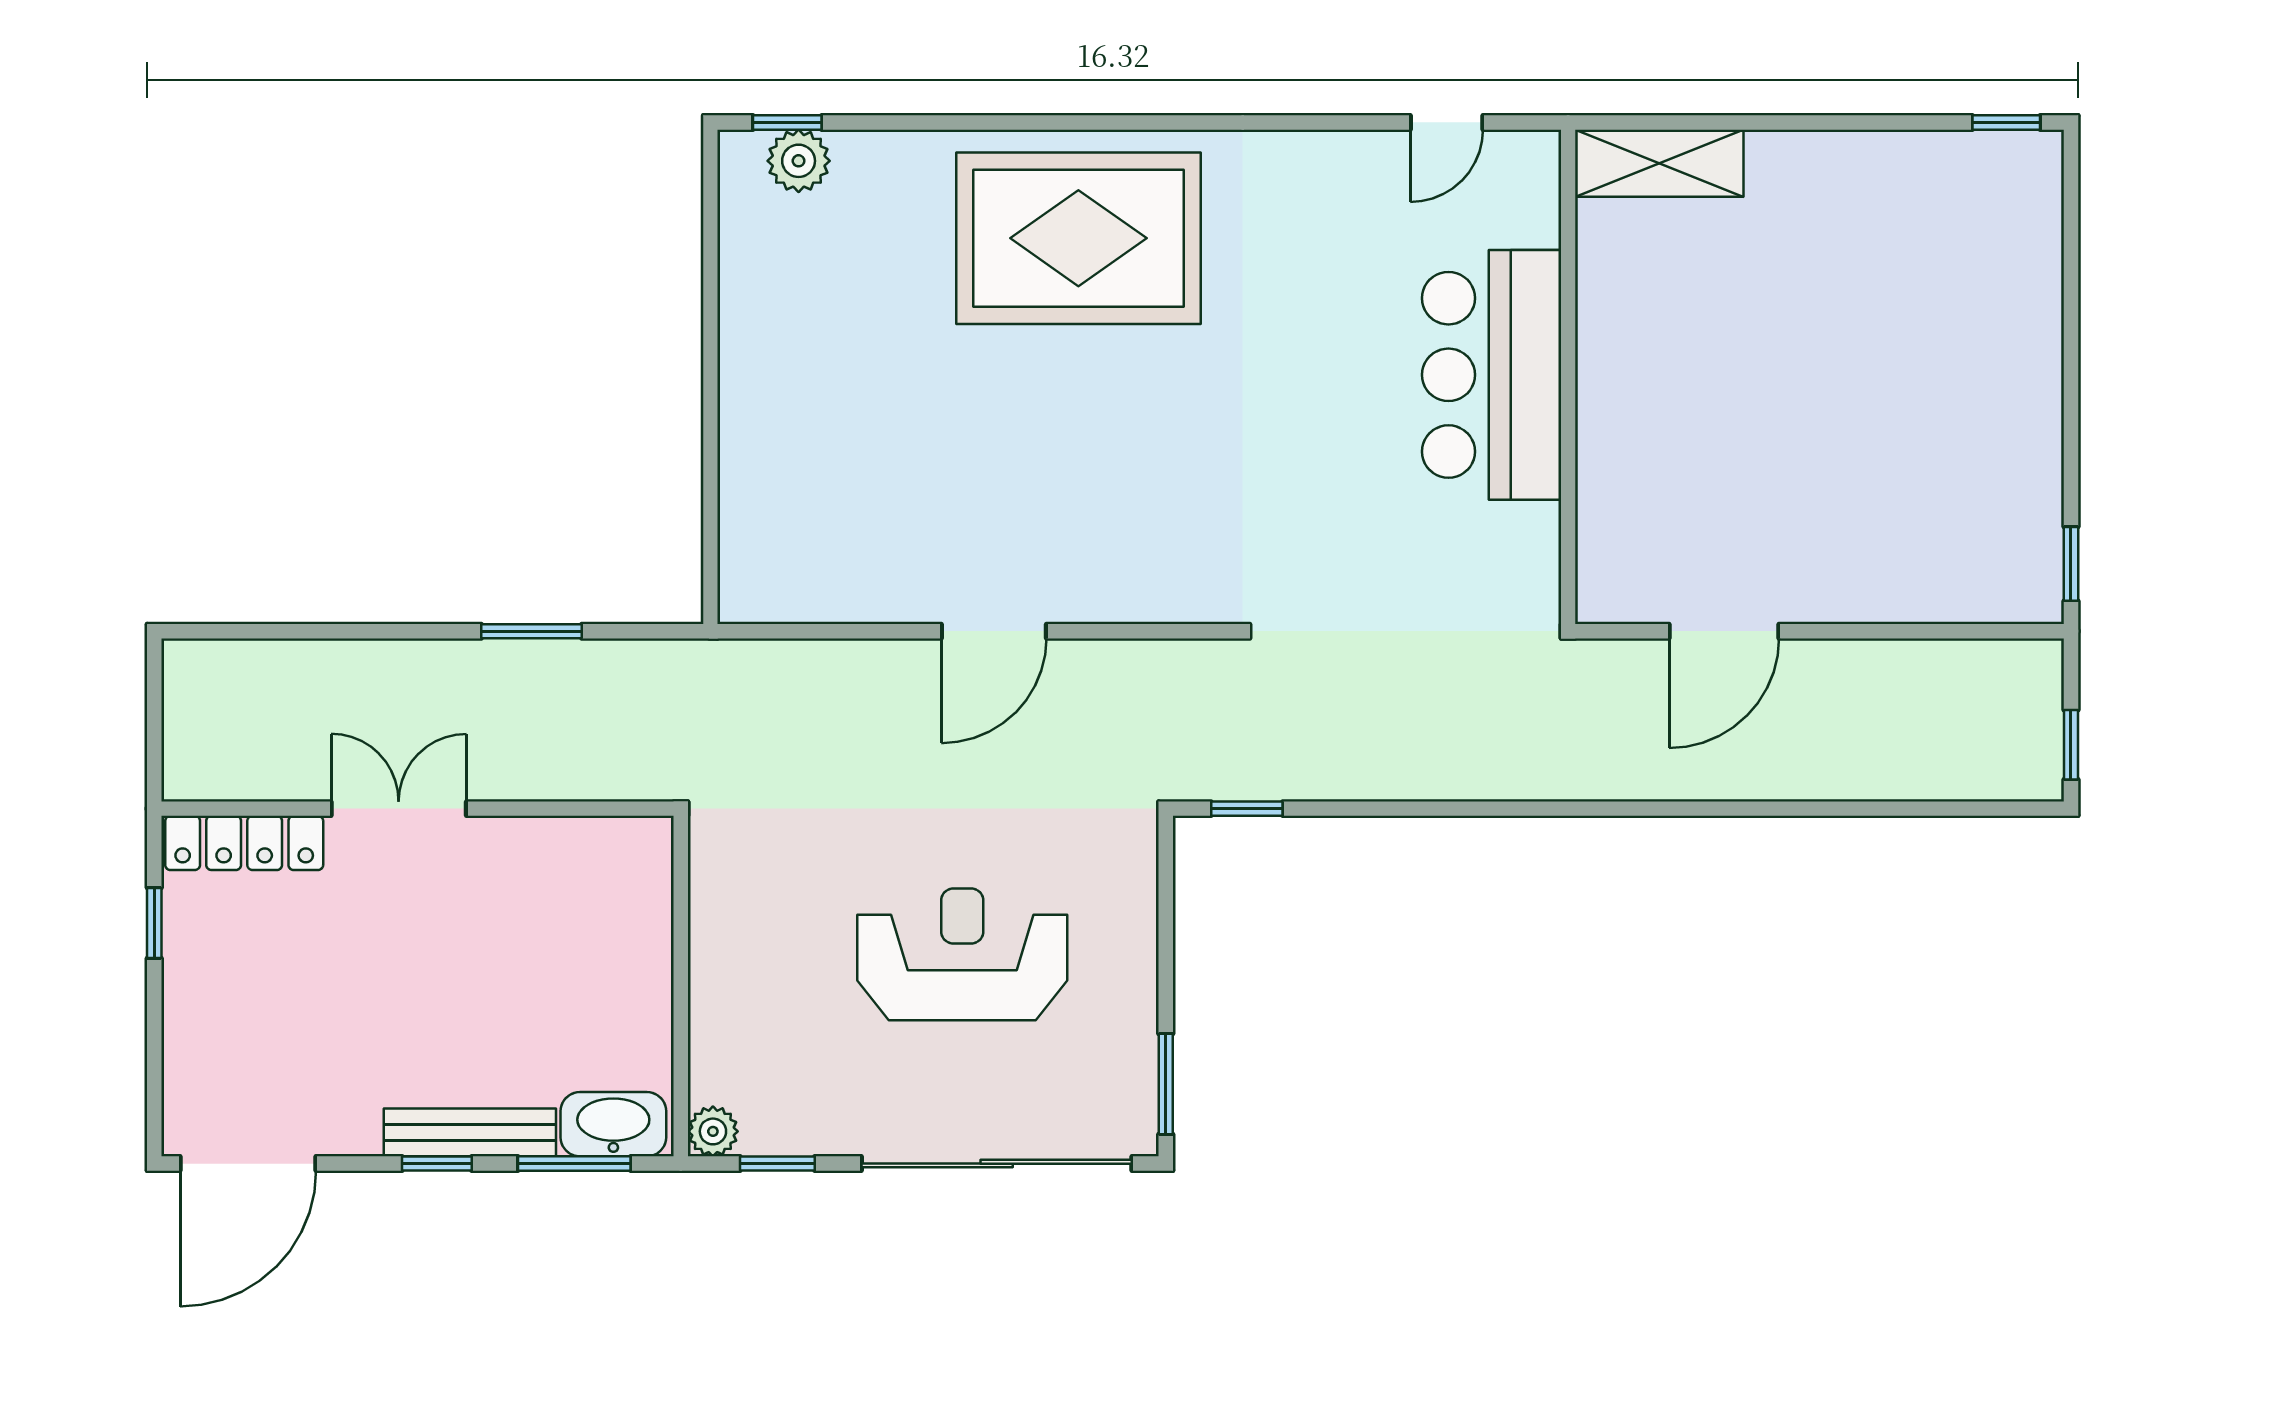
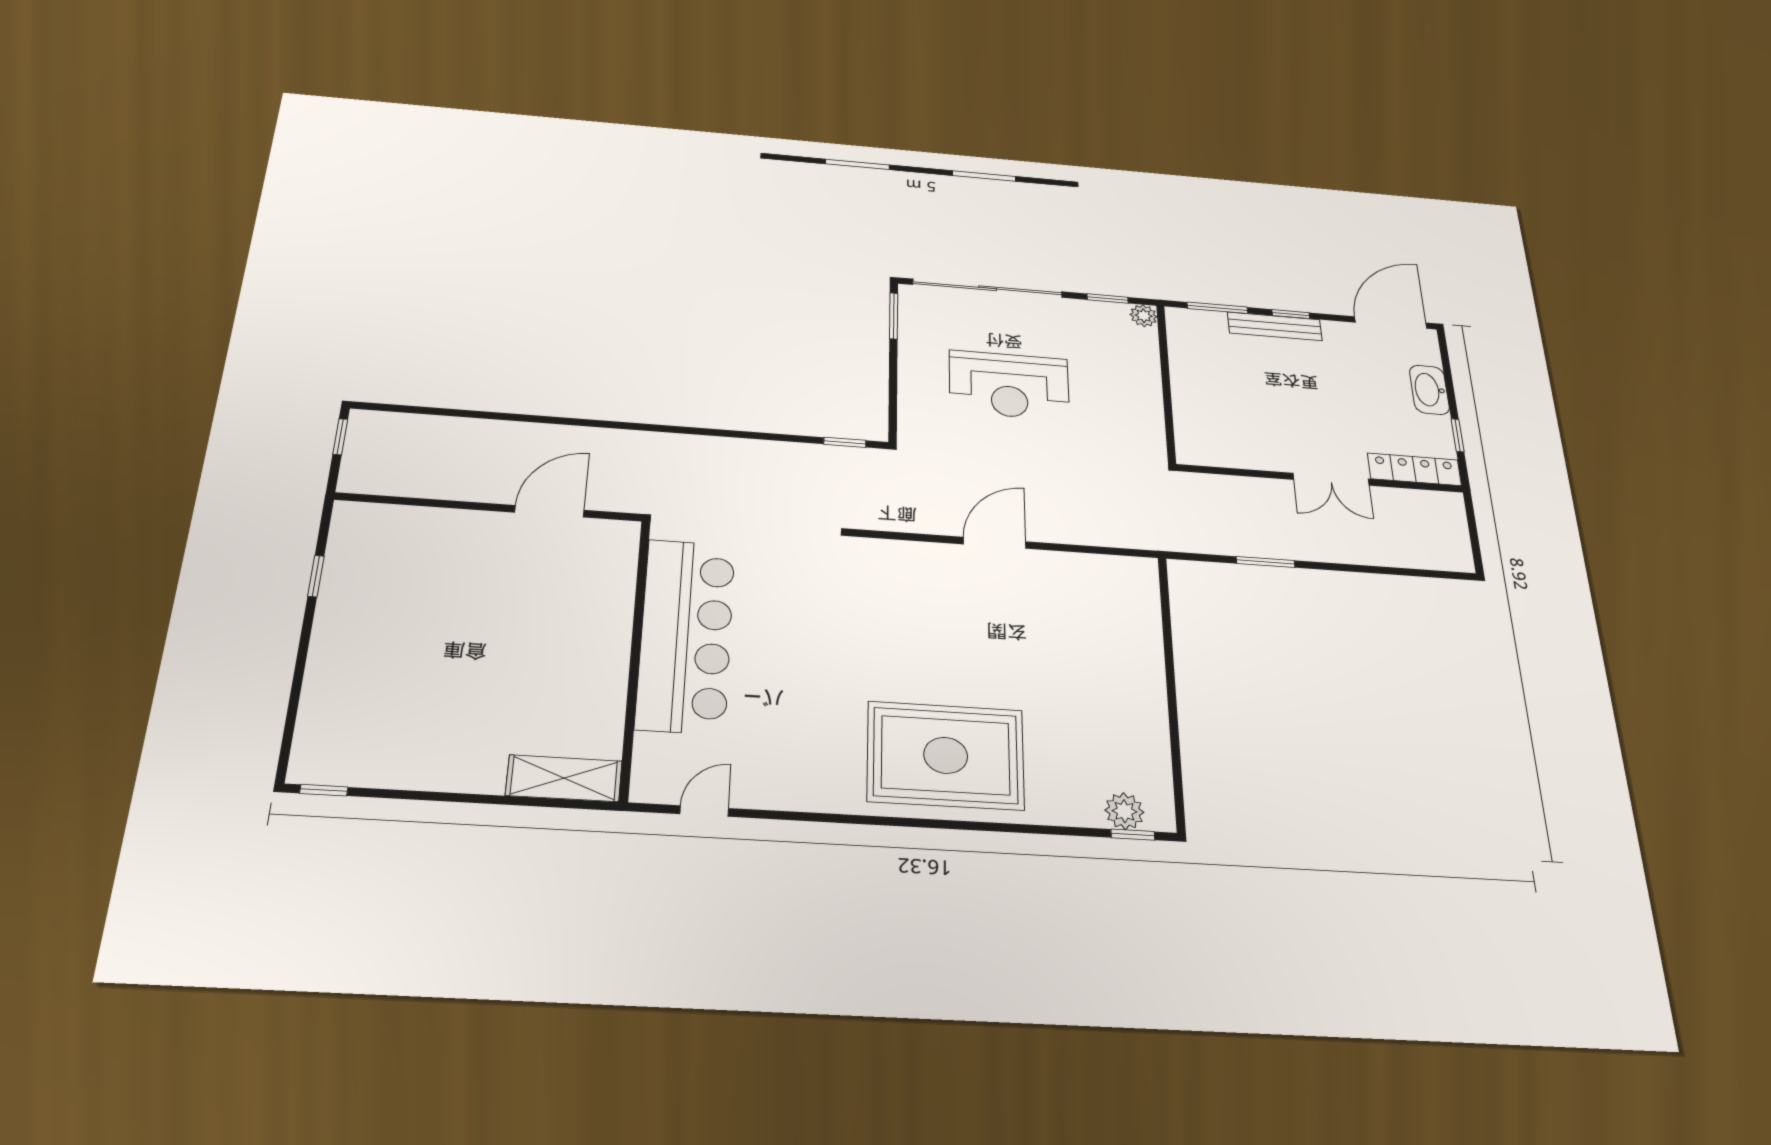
bar counter: (1492, 375) -> (686, 635), width x1.36
window: (2071, 564) -> (316, 576), moved
washbasin: (613, 1124) -> (1429, 390), moved, turned 90

